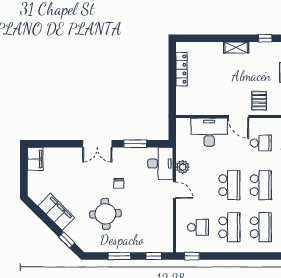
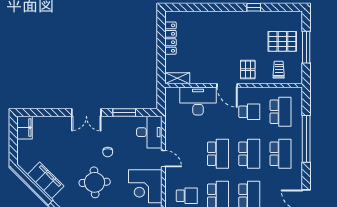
shelving: (236, 47) -> (177, 78), moved
plant: (183, 167) -> (171, 136), removed
corner desk: (156, 218) -> (145, 186), added

